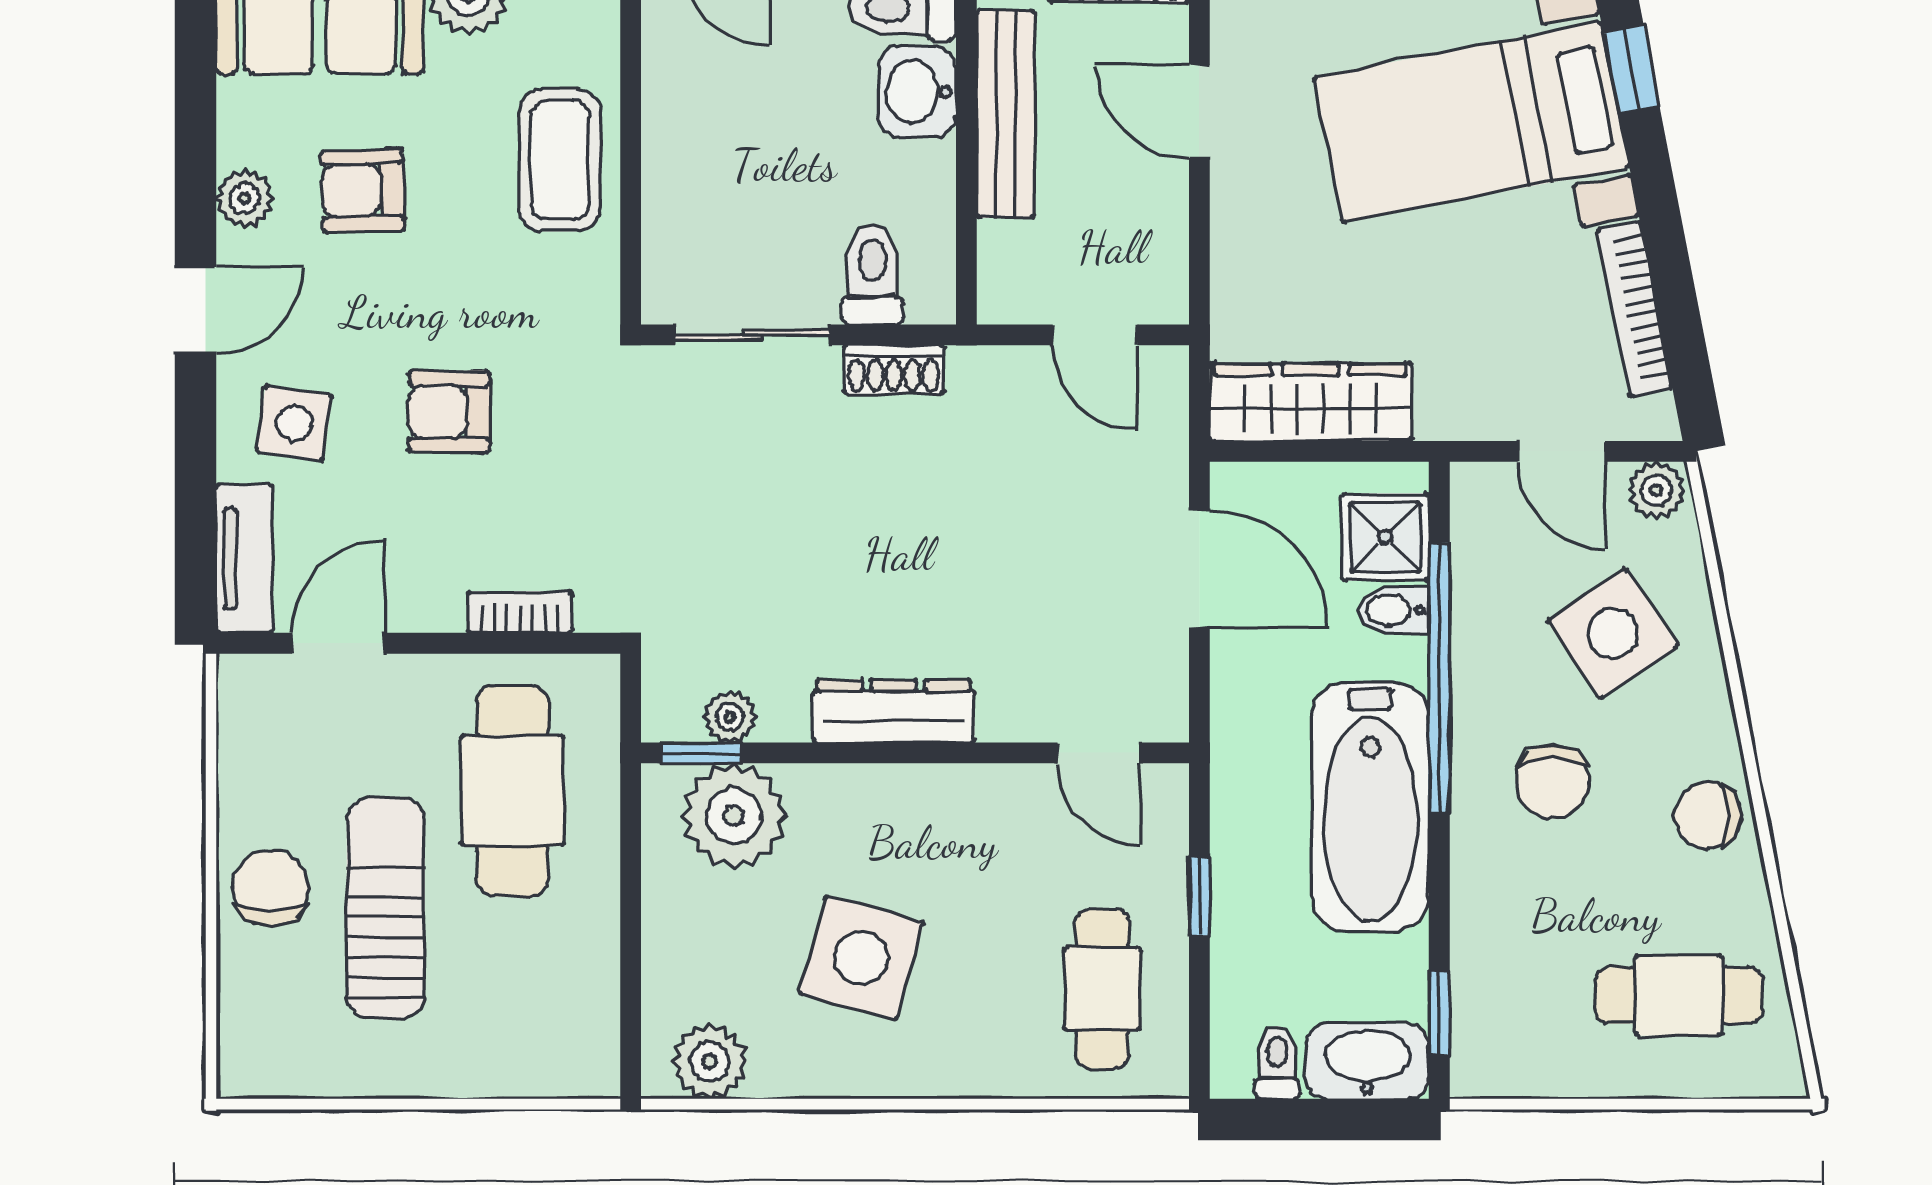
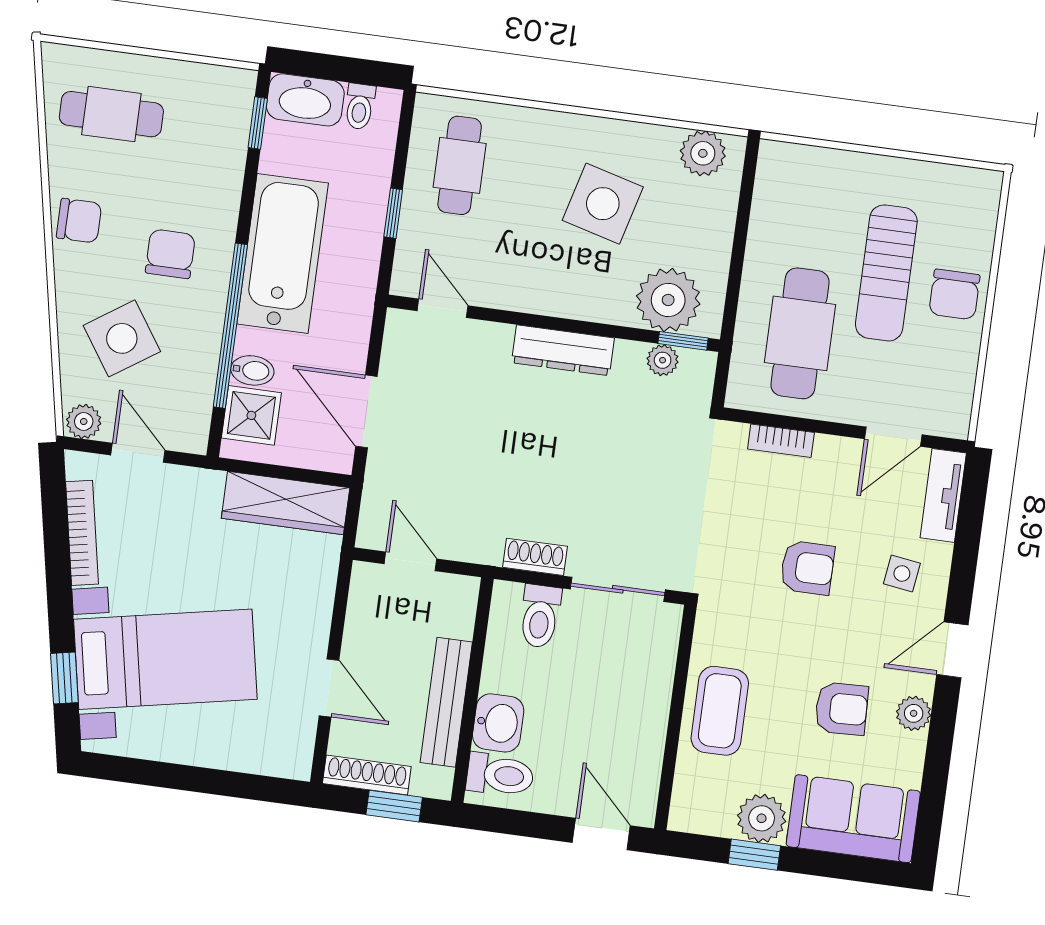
side table: (294, 423) -> (902, 573), width x0.73, depth x0.73

